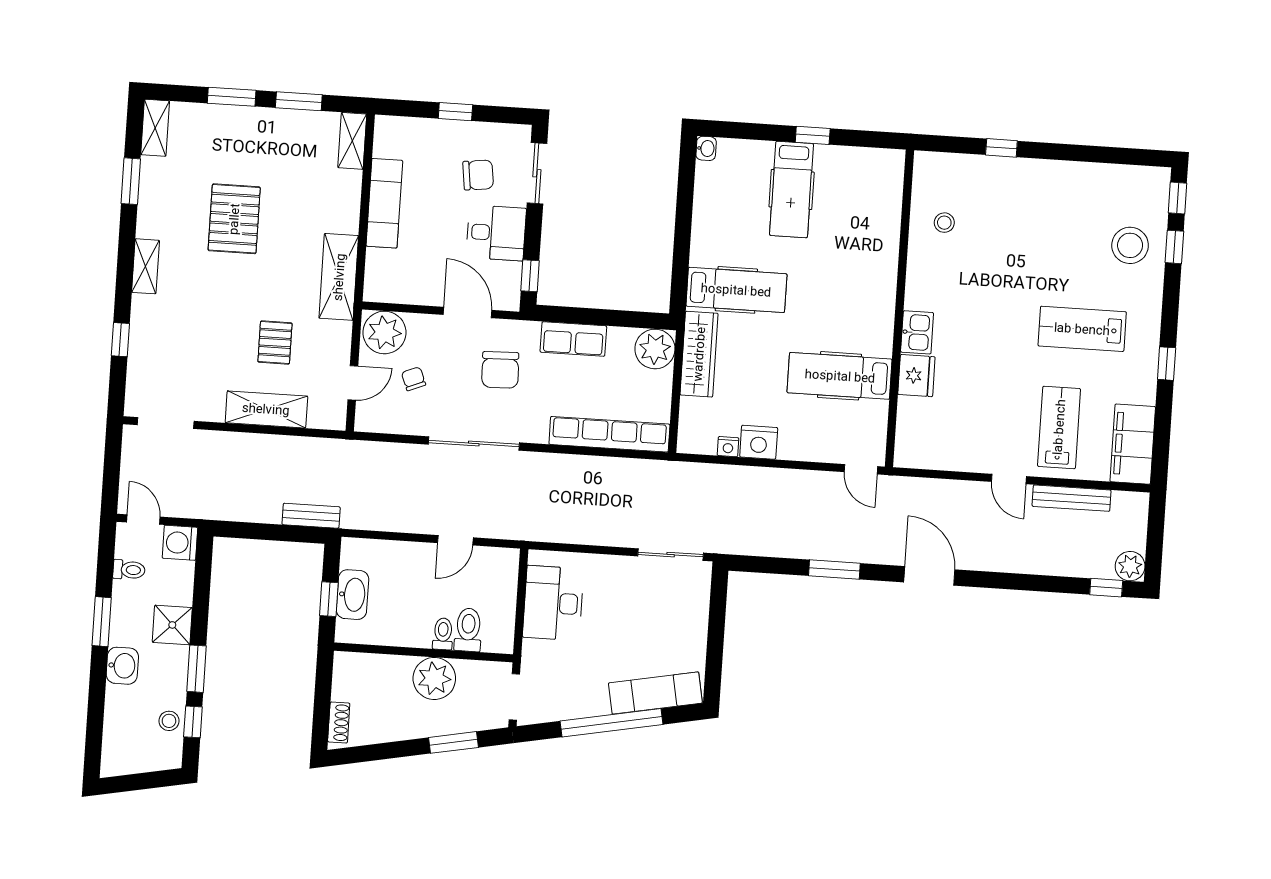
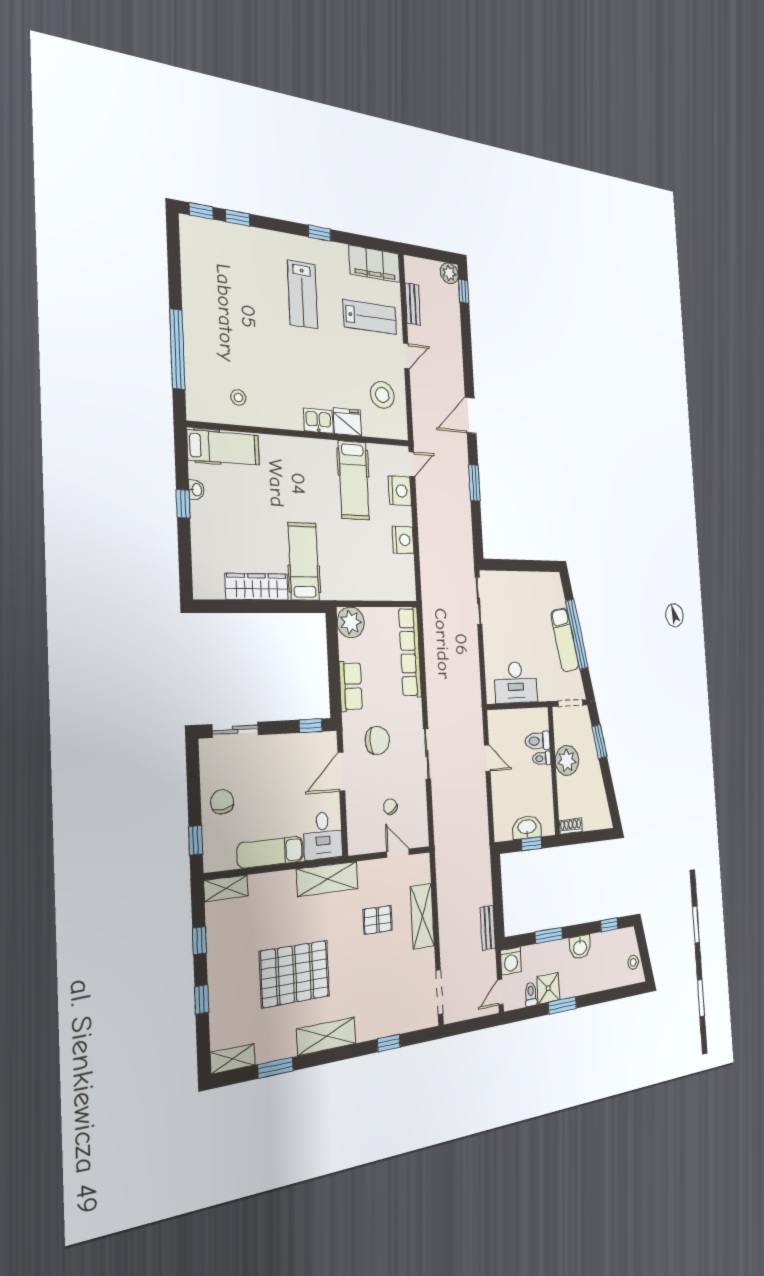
window: (232, 97) -> (202, 999), width x0.67
window: (299, 101) -> (199, 941), width x0.67
window: (455, 112) -> (196, 840), moved
washbasin: (706, 148) -> (196, 490), moved, turned 90
window: (1001, 148) -> (177, 349), width x3.17
chair: (478, 175) -> (222, 802), moved
hospital bed: (792, 189) -> (223, 447), moved
pallet: (234, 219) -> (295, 974), width x1.37, depth x1.41
desk: (496, 233) -> (323, 835), moved, turned 180
stool: (1130, 245) -> (382, 395), moved
shelving: (146, 266) -> (326, 1036), width x1.50, depth x1.33
plant: (384, 332) -> (362, 835), removed
wardrobe: (699, 354) -> (257, 587), moved
chair: (413, 379) -> (390, 807), turned 76
lab bench: (1059, 427) -> (370, 317), turned 180
sliding door: (474, 443) -> (427, 754), width x0.73
nightstand: (728, 447) -> (400, 491), moved, width x1.89, depth x1.79
bench: (1072, 498) -> (413, 304), width x0.73
bench: (311, 516) -> (488, 928), moved
shower: (172, 625) -> (548, 988), moved
washbasin: (122, 666) -> (580, 947), moved, turned 180
window: (196, 669) -> (549, 935), moved
exam couch: (655, 693) -> (565, 640), moved
stool: (169, 721) -> (633, 962), moved
shoe rack: (339, 723) -> (571, 826), moved

